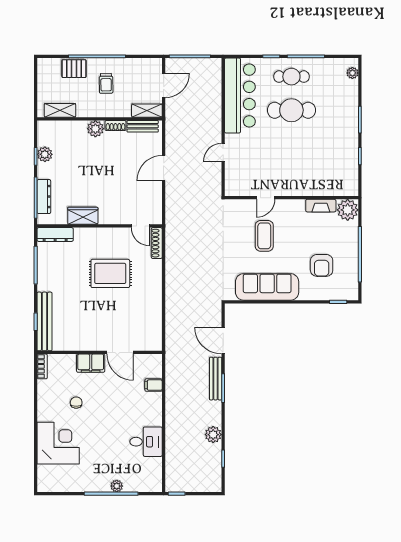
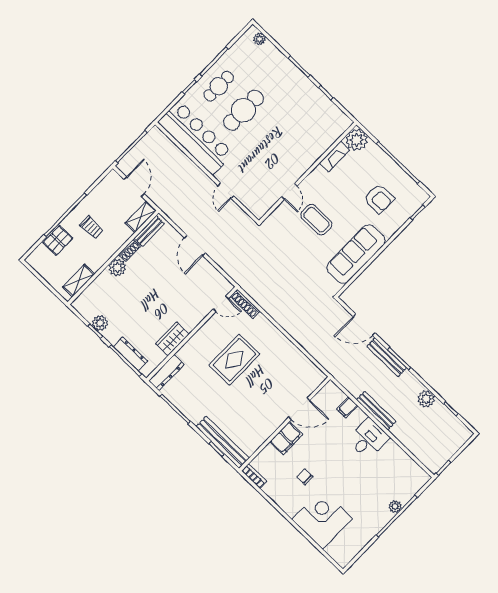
bench: (171, 408) -> (376, 411), added
desk: (146, 442) -> (368, 439), moved

